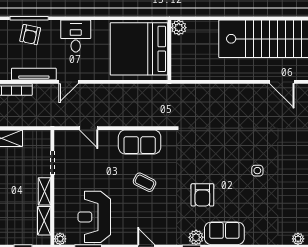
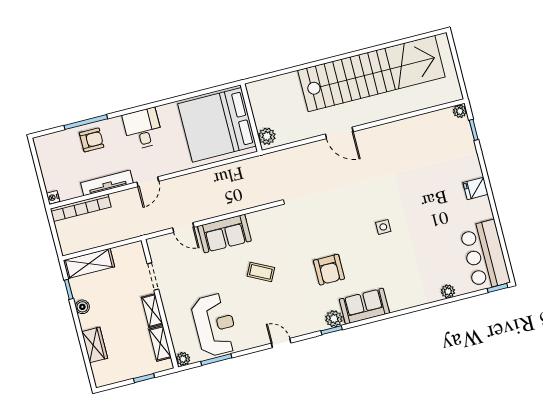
plant: (179, 28) -> (267, 136), moved
armchair: (30, 35) -> (92, 140), turned -102
door: (282, 82) -> (339, 133), moved
sofa: (140, 142) -> (224, 234), moved
reception desk: (94, 217) -> (215, 325), turned 180

